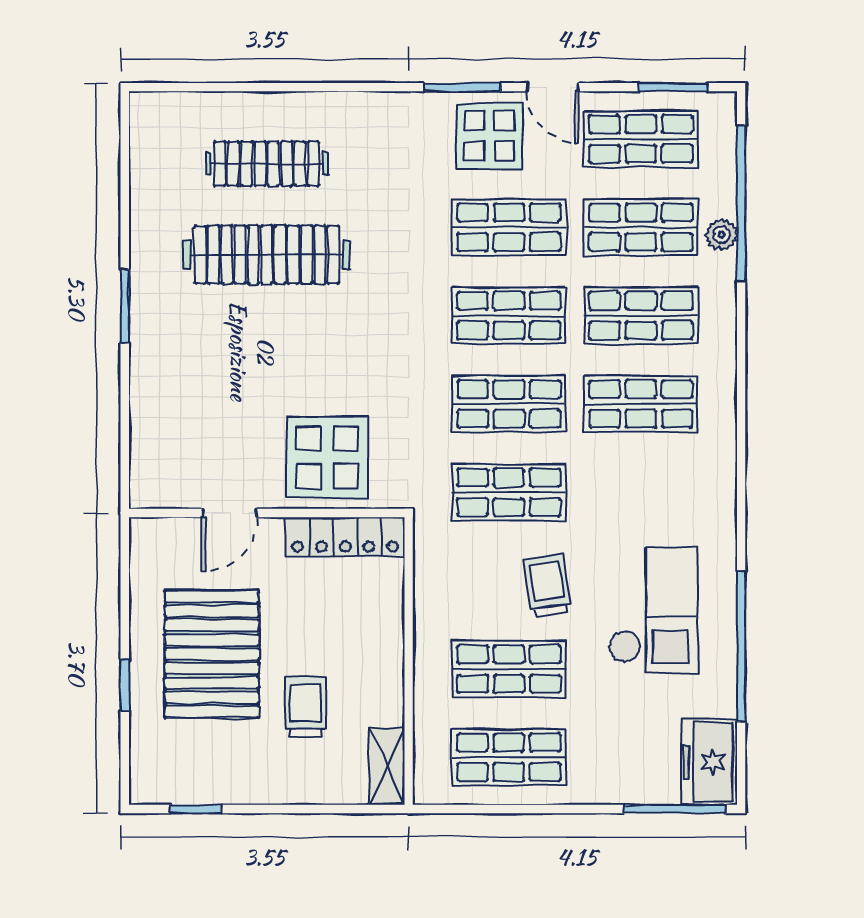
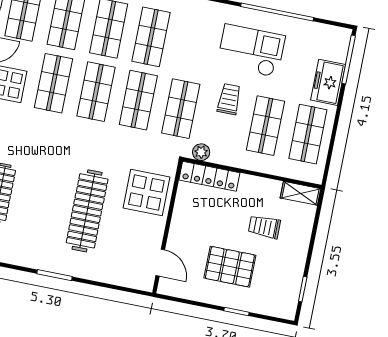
clothes rail: (267, 255) -> (87, 211), moved
door: (229, 513) -> (160, 263), moved
locker: (345, 537) -> (209, 176), moved, turned 90
plant: (430, 551) -> (201, 152), added
trolley: (547, 585) -> (229, 99), turned 99
pallet: (212, 654) -> (230, 267), width x0.73, depth x0.71
freezer: (709, 762) -> (328, 82), moved, turned 90

